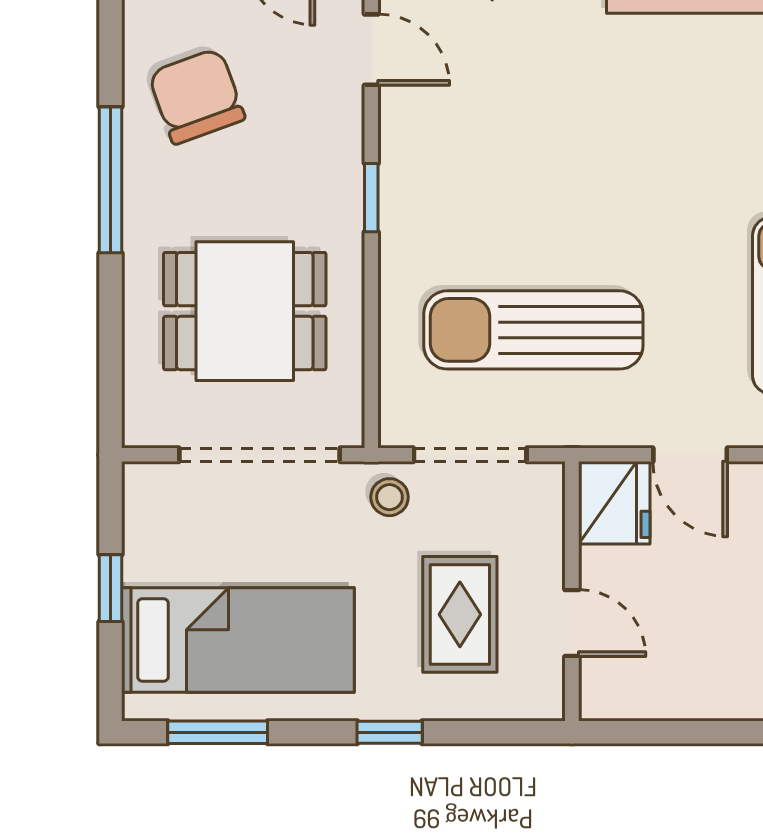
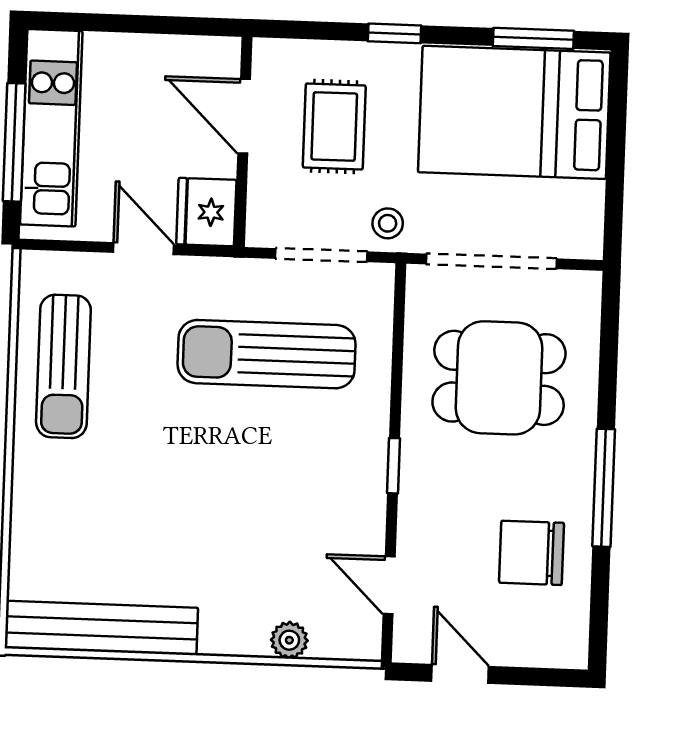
chair: (197, 96) -> (532, 553), turned 110
sun lounger: (533, 330) -> (266, 354), turned 180
window: (110, 588) -> (616, 158), removed
door: (572, 623) -> (244, 116), width x1.38
bed: (238, 640) -> (514, 112), width x1.50

